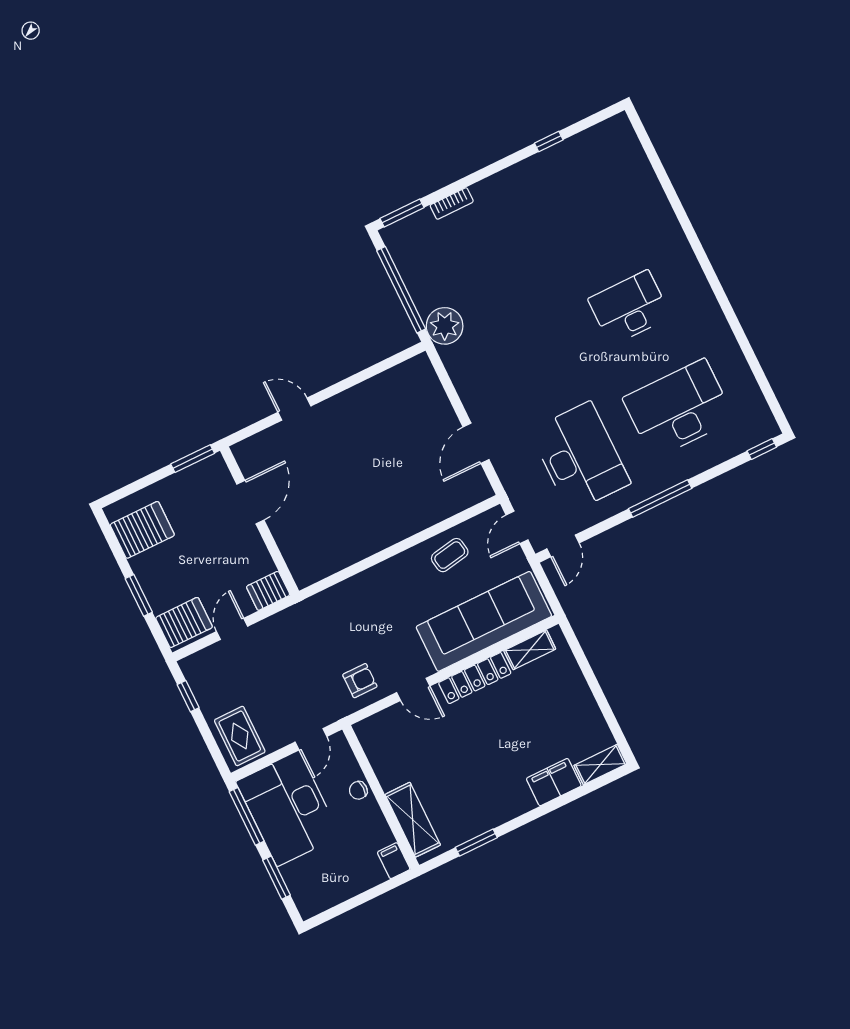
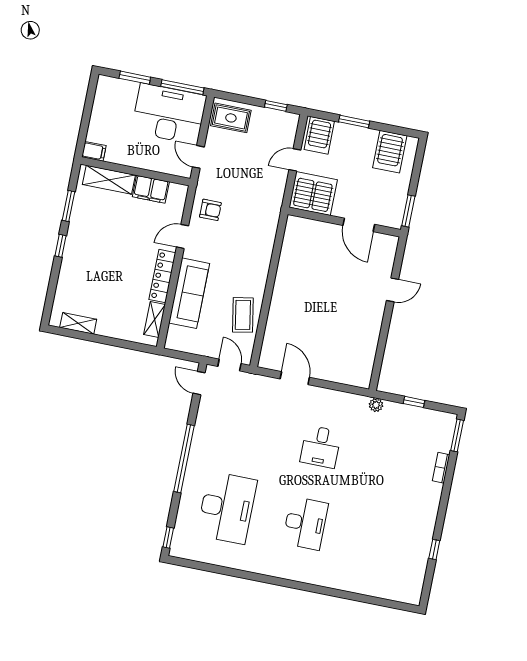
window: (401, 290) -> (414, 402), width x0.32
plant: (445, 326) -> (376, 405), width x0.53, depth x0.53
desk: (580, 457) -> (321, 447), moved, width x0.53, depth x0.77
window: (660, 499) -> (184, 458), width x1.46
coffee table: (450, 555) -> (243, 315), width x1.36, depth x1.30
server rack: (268, 591) -> (313, 193), width x2.18, depth x1.44
sofa: (484, 621) -> (189, 293), width x0.74, depth x0.79
door: (232, 629) -> (295, 160), swing flipped
armchair: (360, 681) -> (210, 210), turned -90
shelving: (600, 765) -> (78, 323), moved, turned 90
filing cabinet: (554, 782) -> (151, 189), moved, turned 90
chair: (358, 790) -> (149, 162), removed
window: (528, 818) -> (60, 246), added

